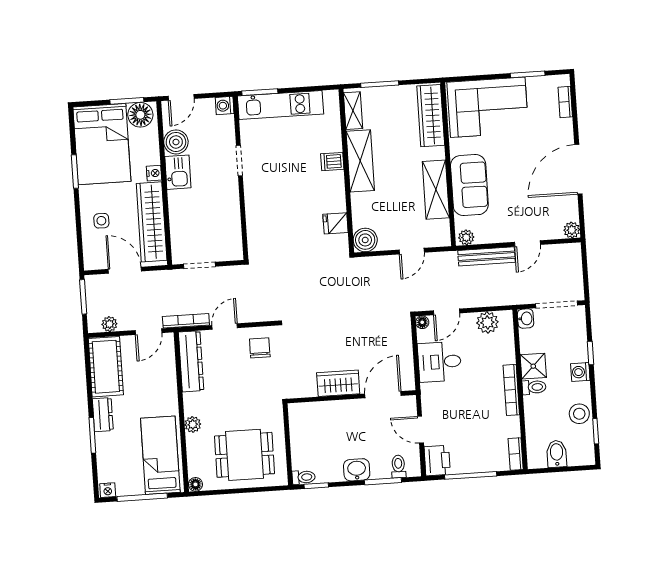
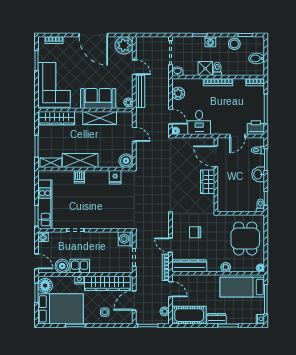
plant: (572, 230) -> (124, 45), width x1.88, depth x1.88
washing machine: (230, 248) -> (126, 239), added
chair: (260, 348) -> (195, 232), moved

